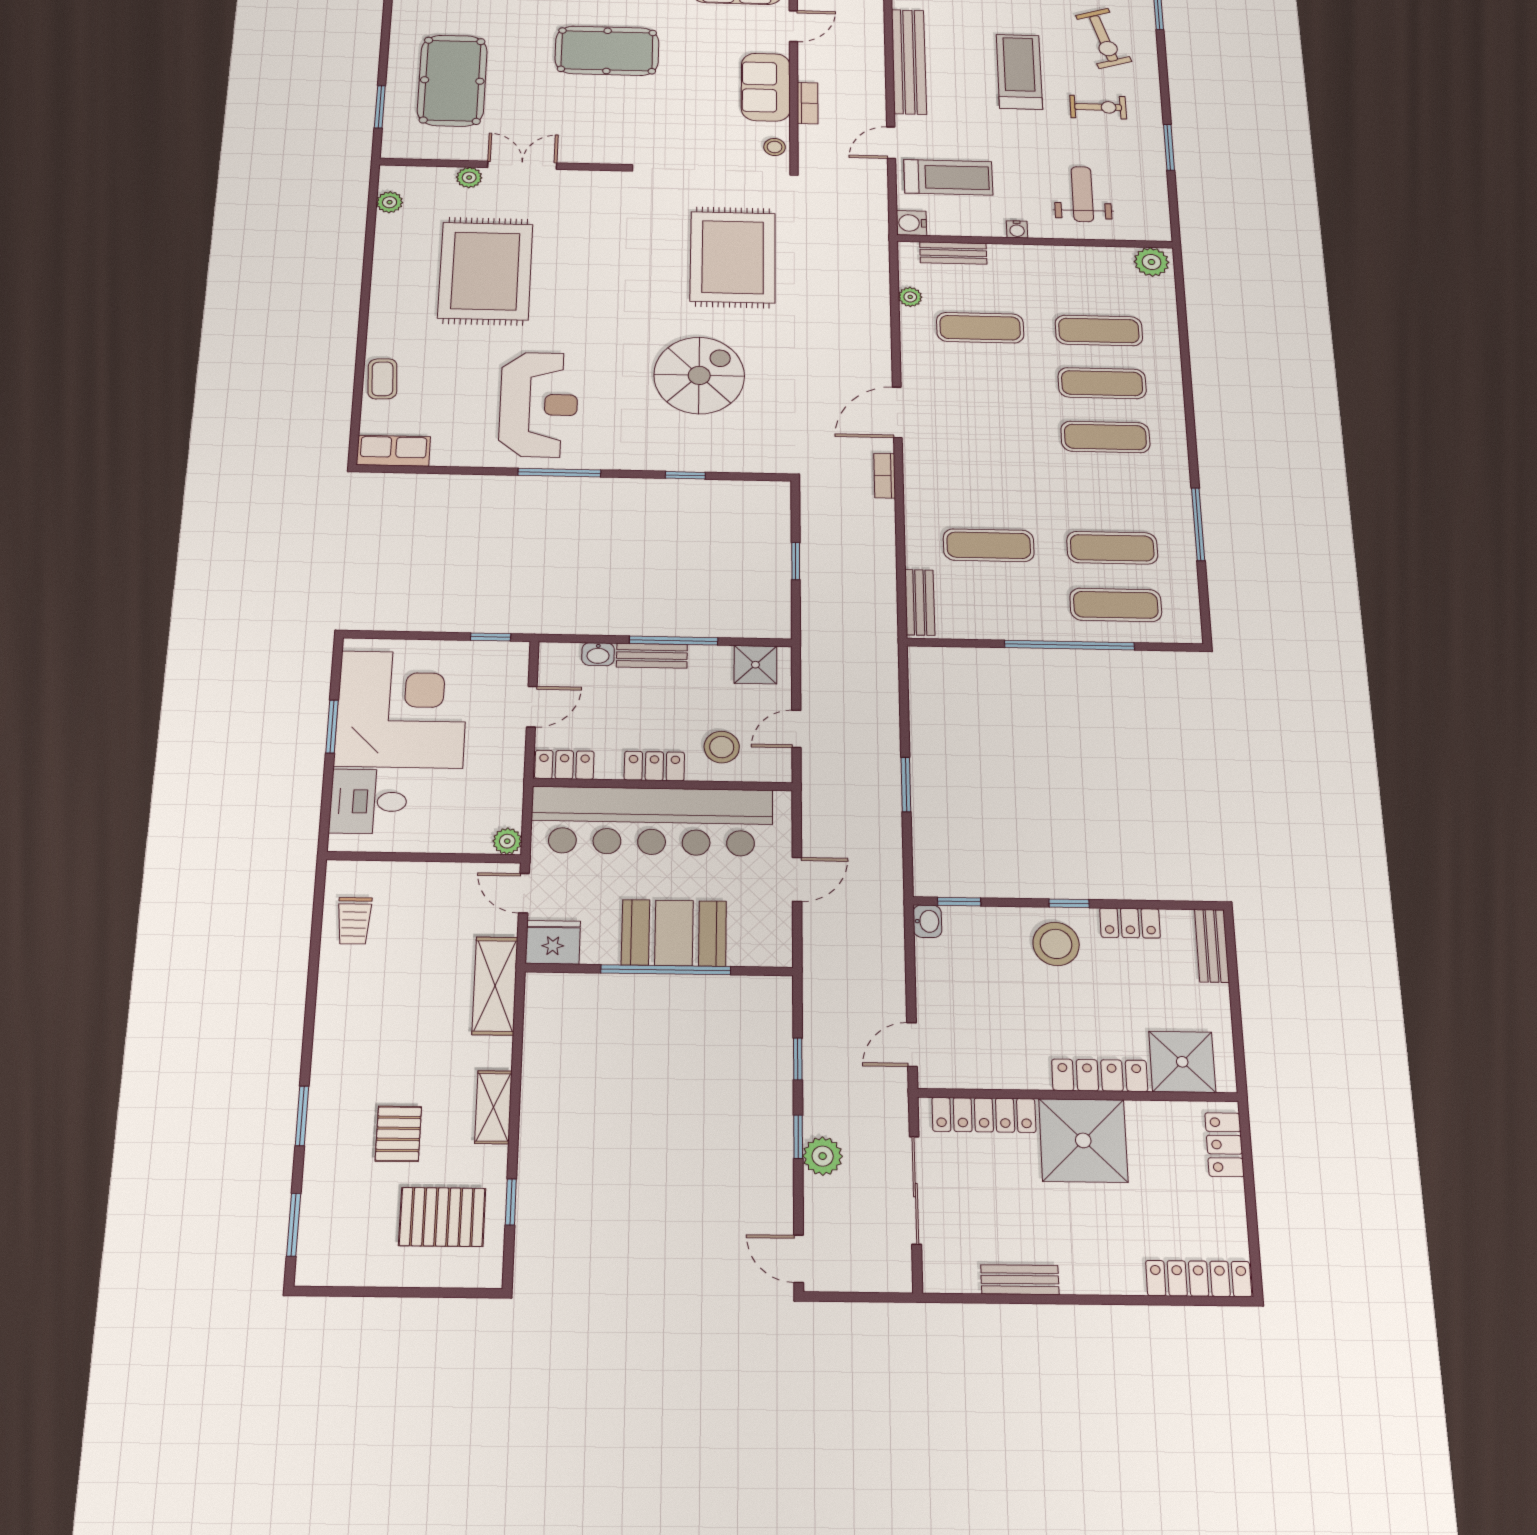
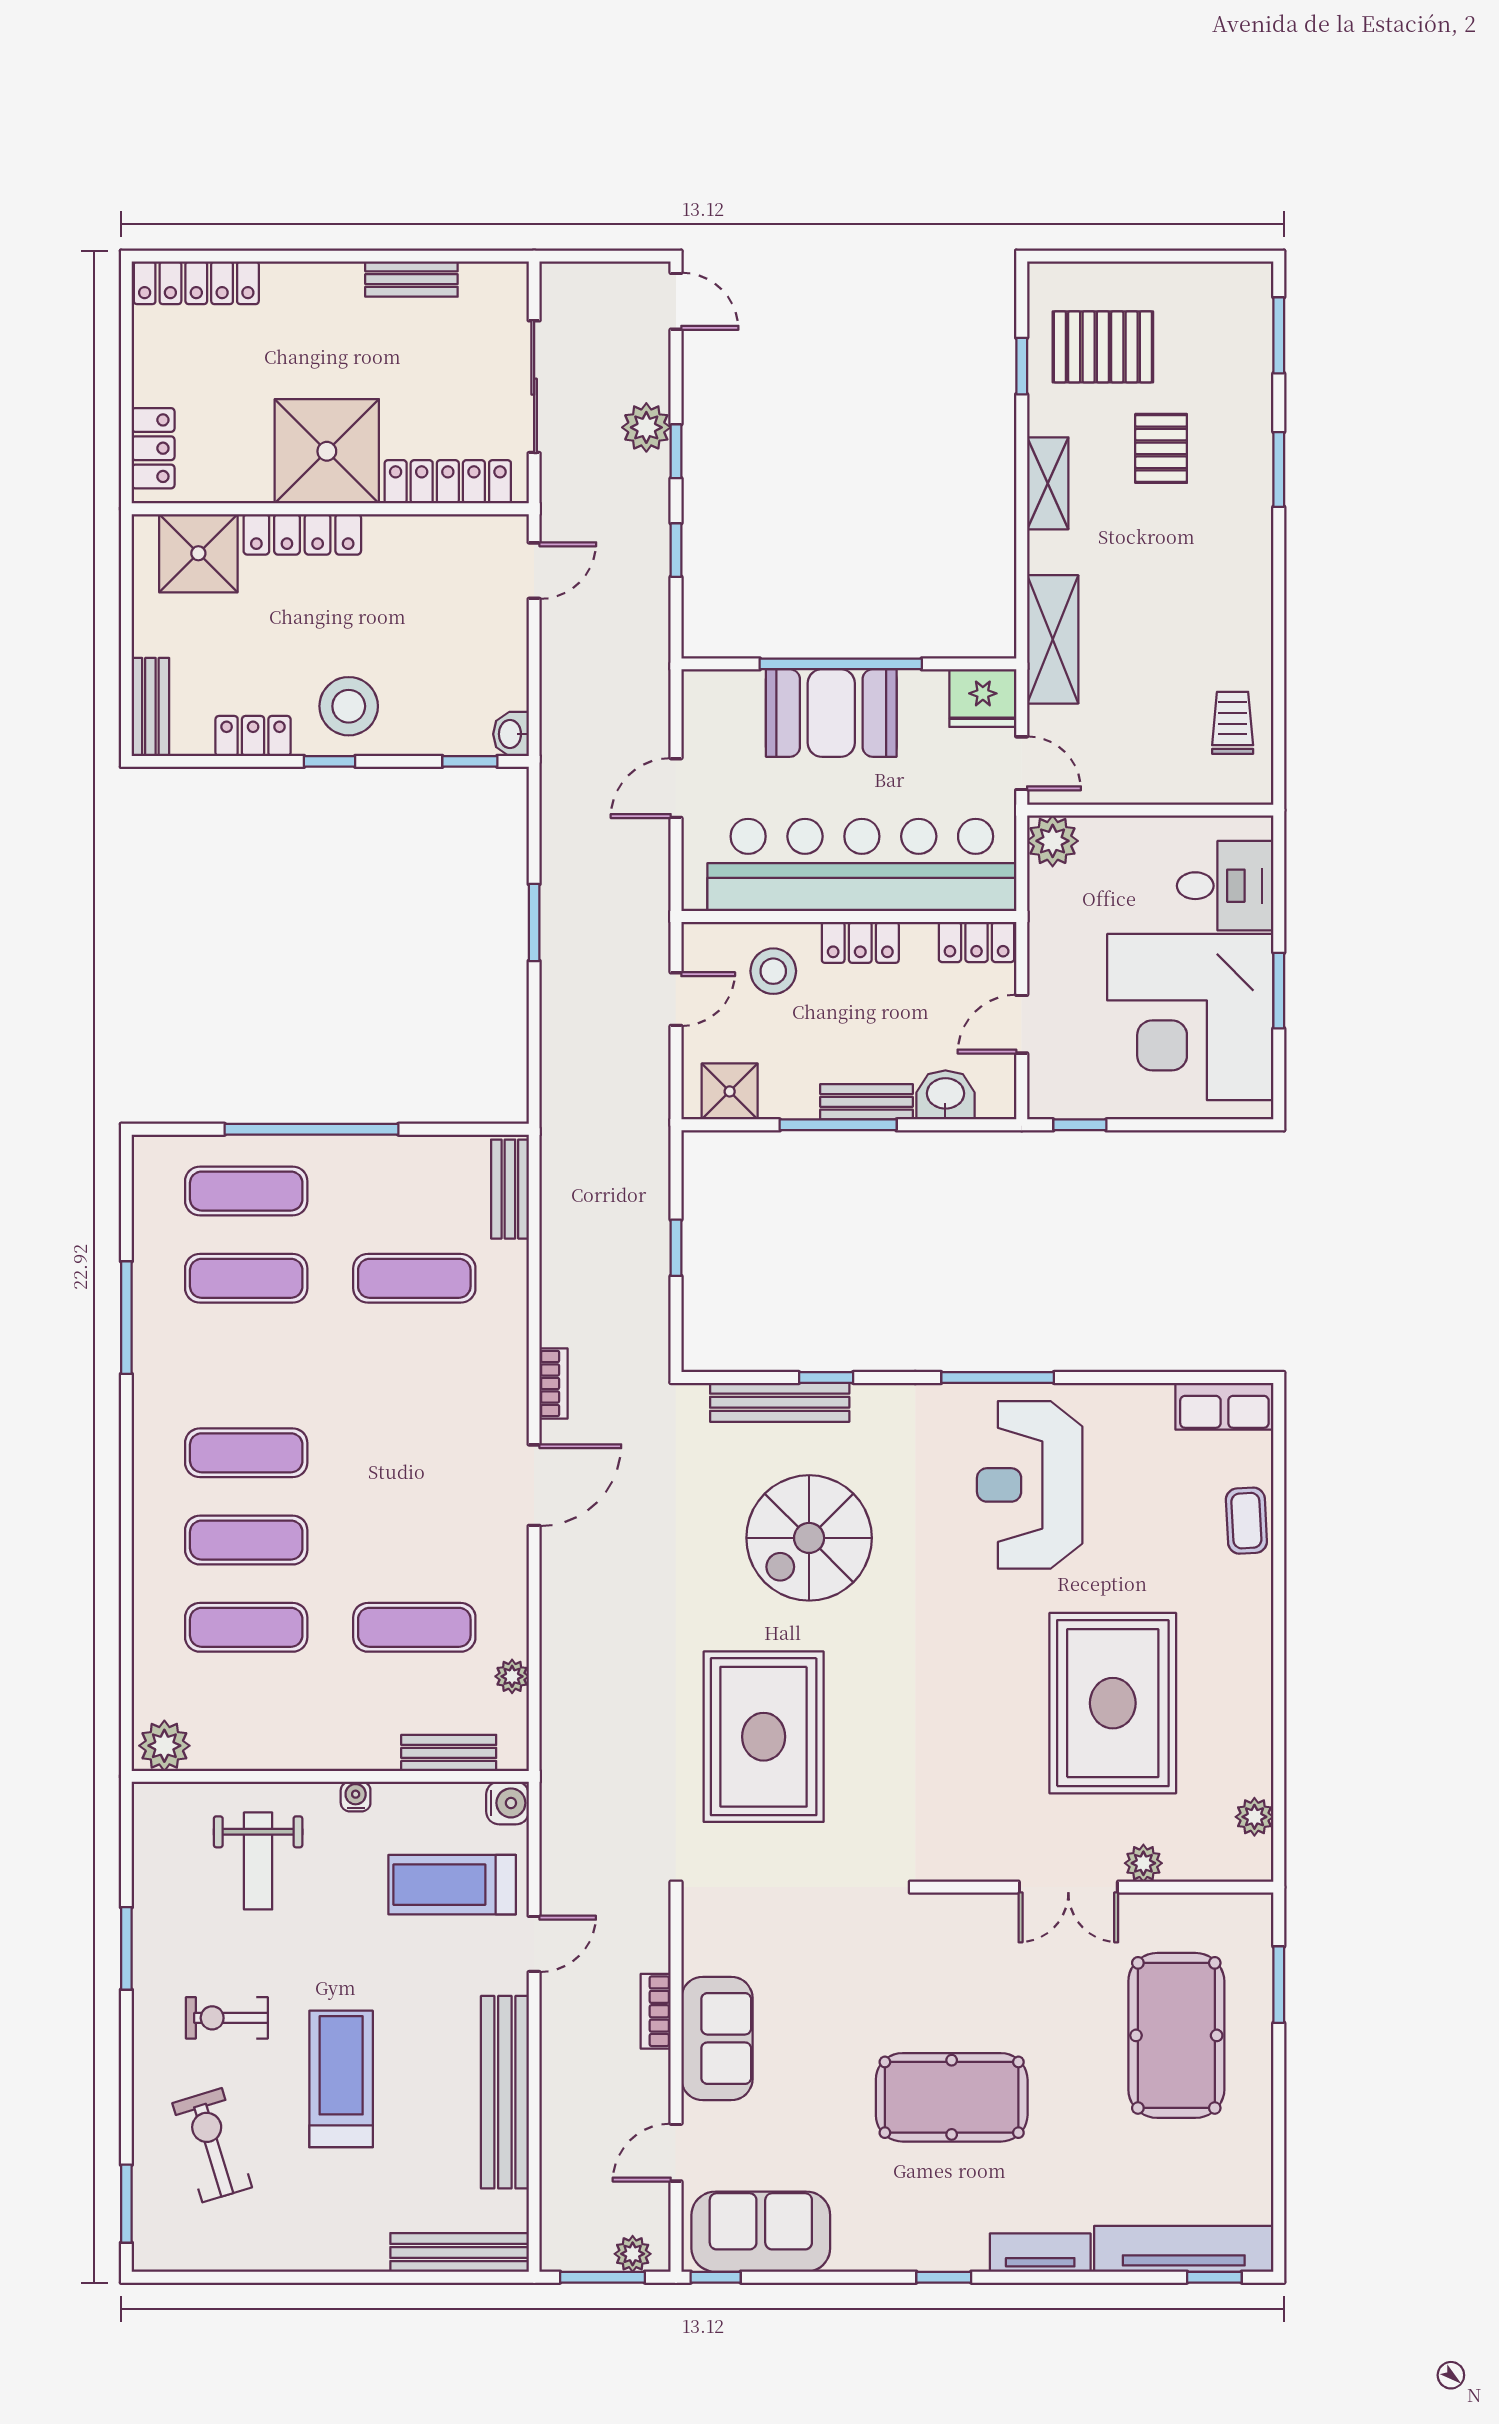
treadmill: (1019, 72) -> (341, 2079), turned 180
stool: (775, 147) -> (704, 1931), removed
bench: (720, 460) -> (780, 1402), added
washbasin: (598, 654) -> (945, 1095), width x1.38, depth x1.45
plant: (507, 841) -> (1053, 841), width x1.38, depth x1.38

